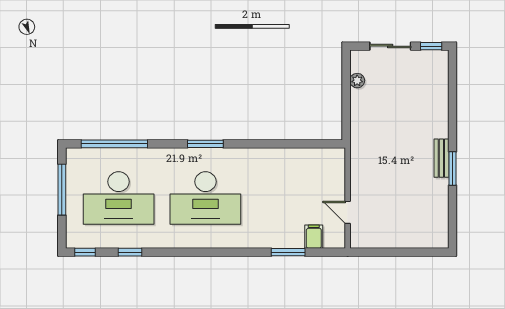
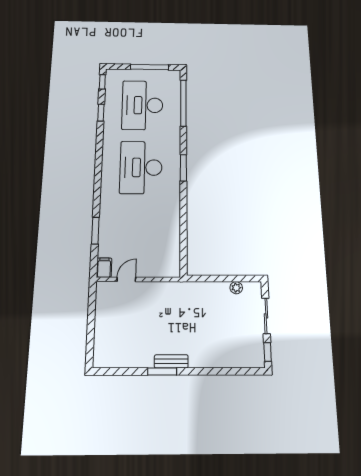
filing cabinet: (314, 237) -> (104, 268), moved, turned -90

